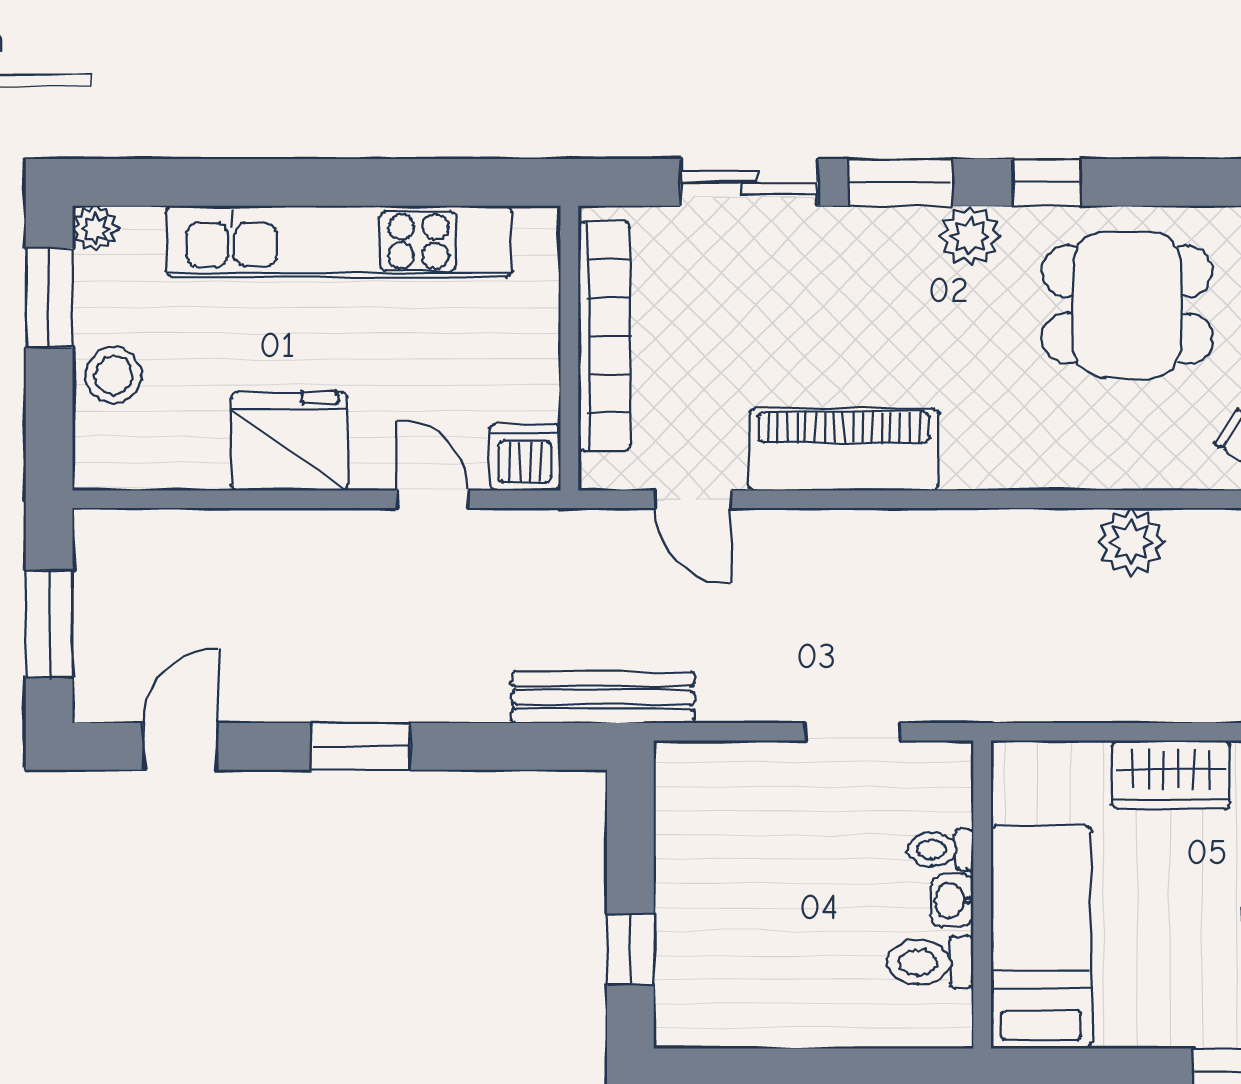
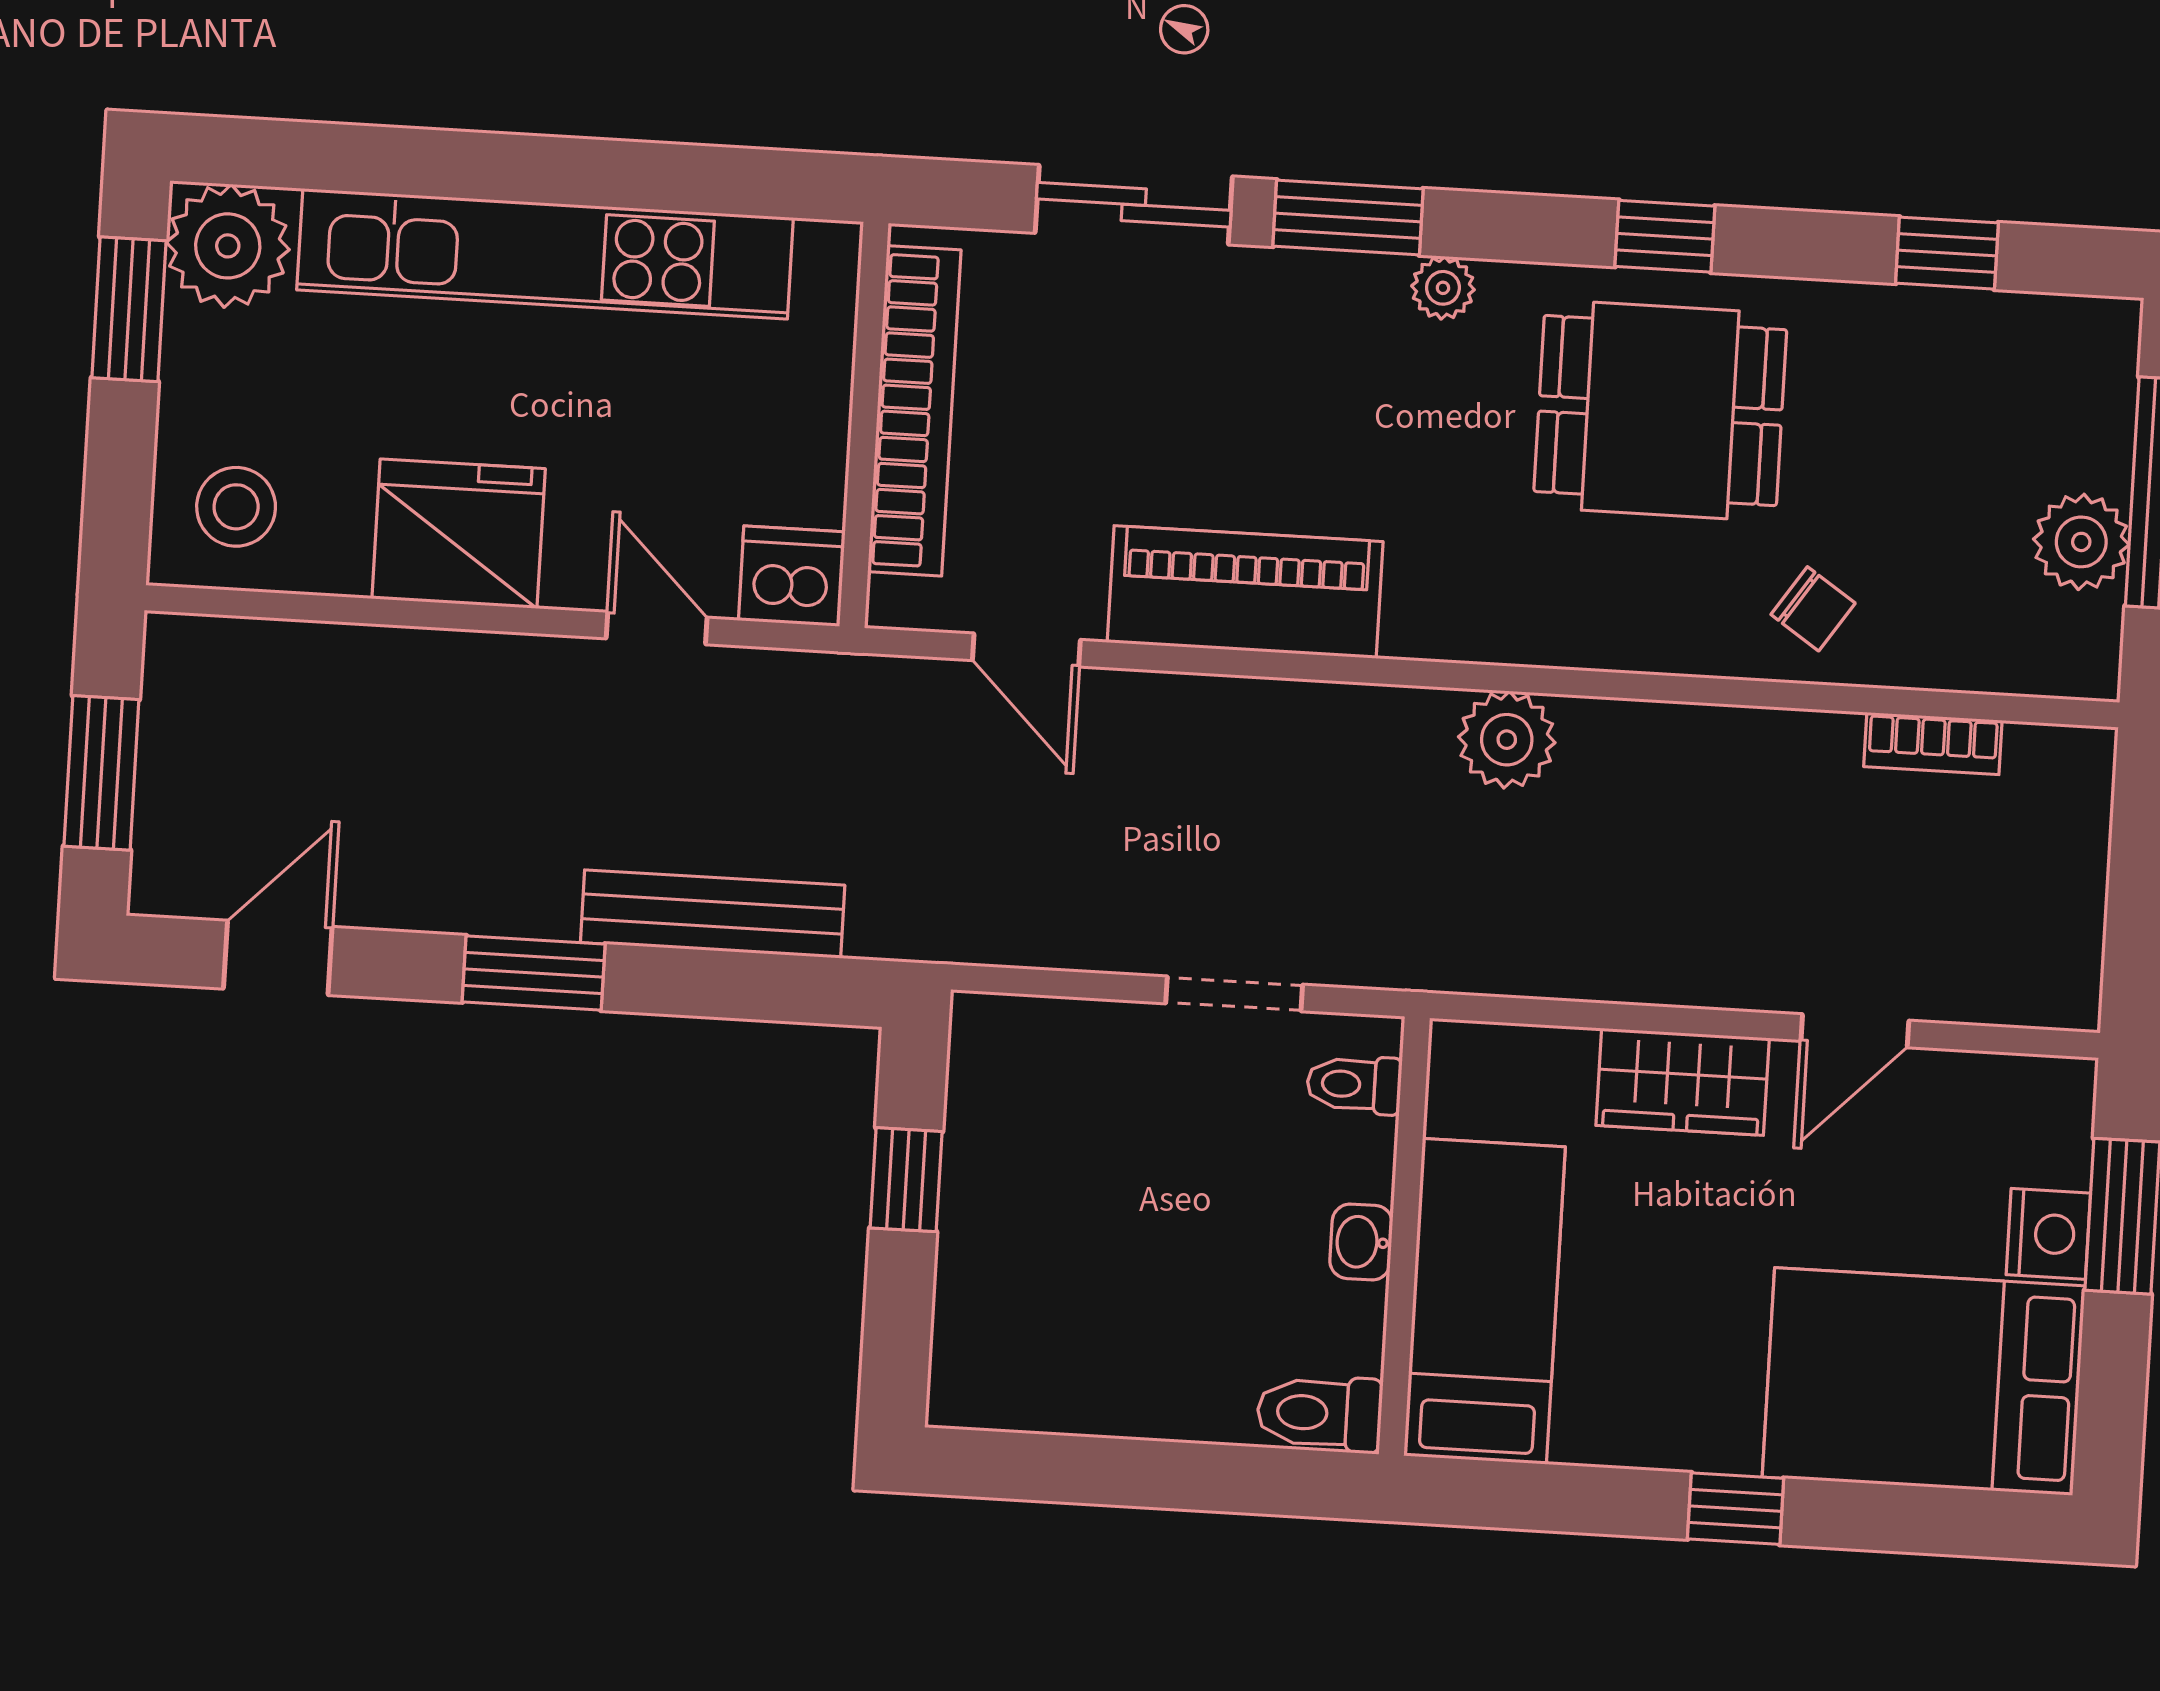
window: (1047, 182) -> (1665, 236), moved
plant: (95, 229) -> (228, 246), width x1.88, depth x1.88
plant: (970, 236) -> (1443, 288), width x0.73, depth x0.73
stool: (113, 375) -> (236, 507), moved
plant: (1131, 542) -> (1507, 740), moved
bench: (603, 697) -> (713, 914), moved
toilet: (941, 849) -> (1354, 1084), moved
window: (630, 949) -> (906, 1180), moved
toilet: (930, 962) -> (1320, 1413), moved

